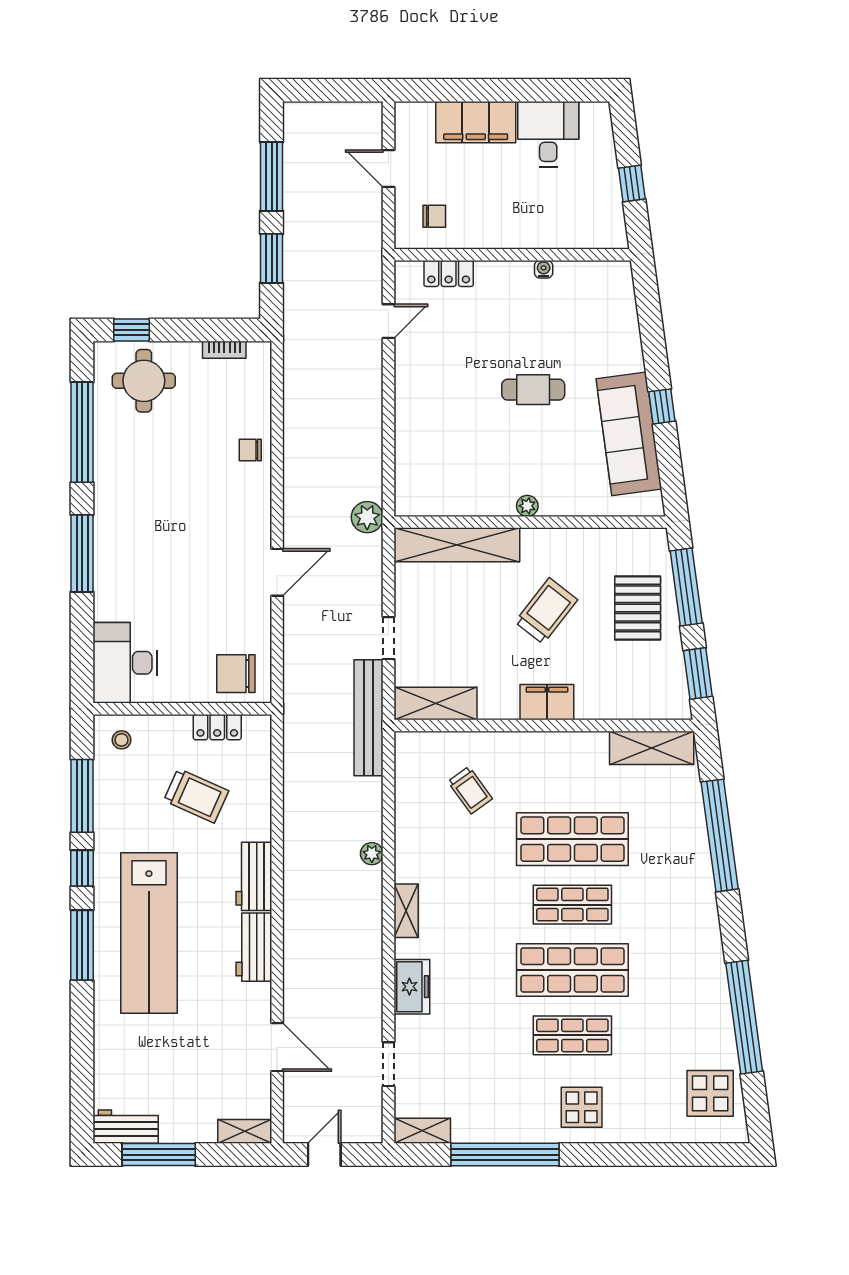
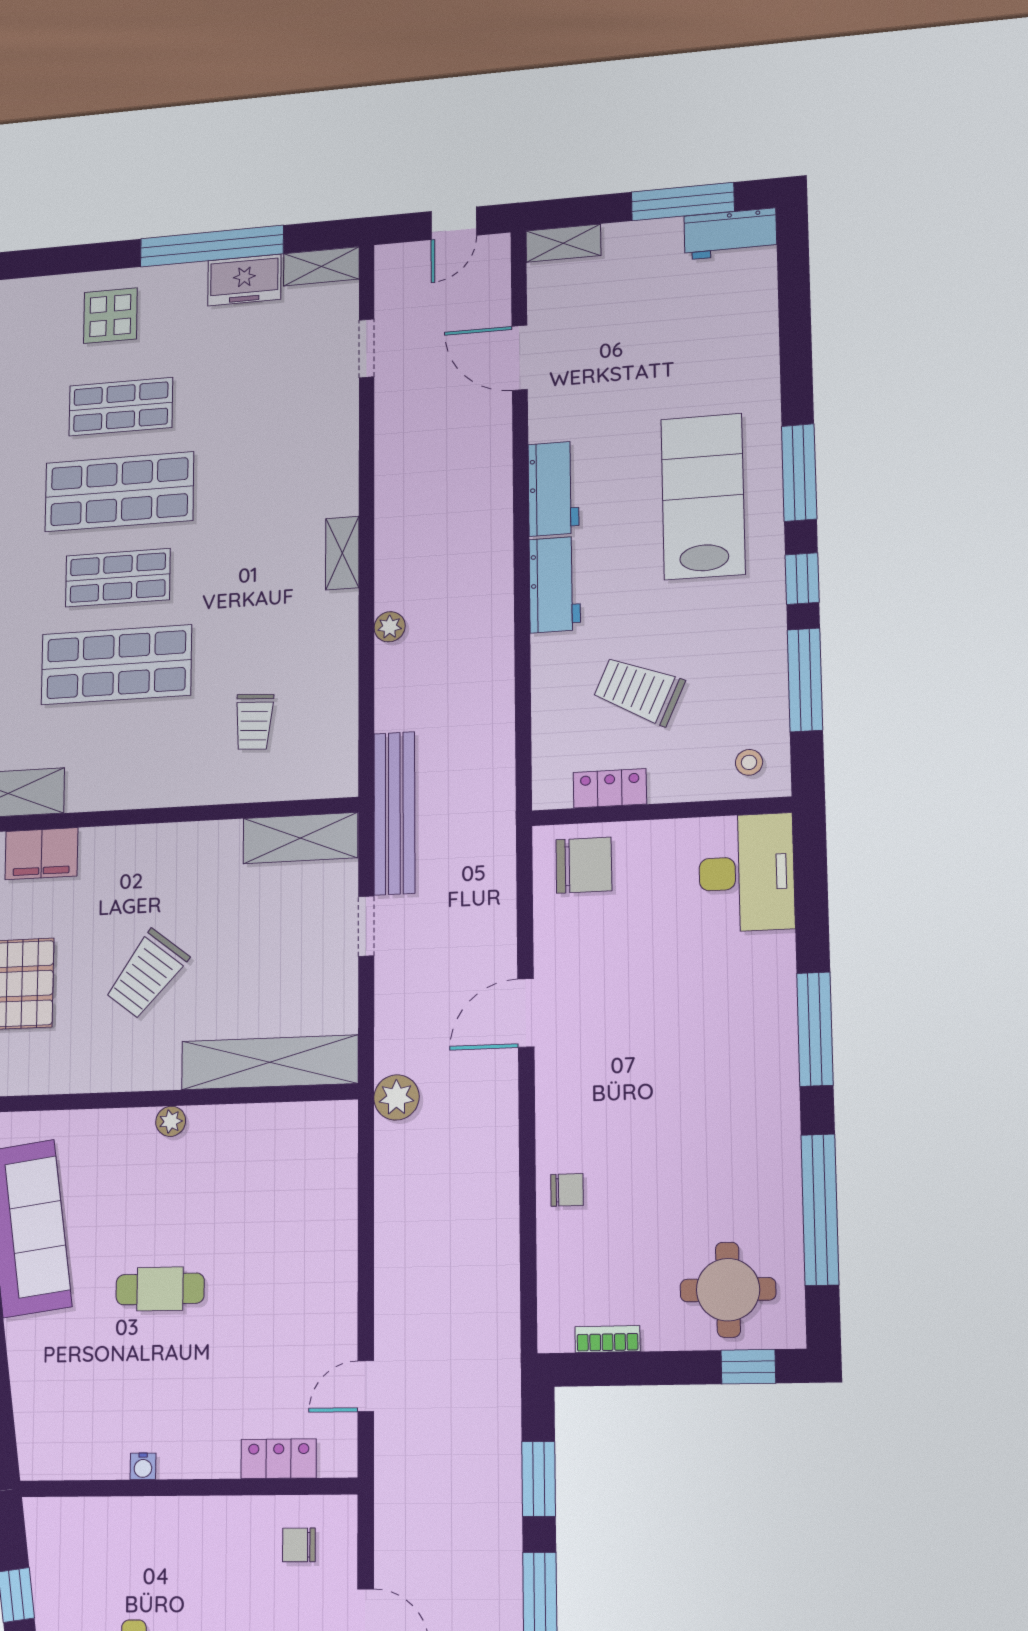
filing cabinet: (547, 702) -> (41, 854), moved
trolley: (470, 790) -> (254, 722), turned -141
lab bench: (149, 933) -> (703, 496), width x0.73
freezer: (412, 987) -> (244, 280), moved, turned -90

